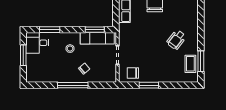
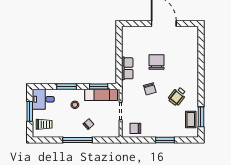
window: (50, 30) -> (66, 87), moved
chair: (148, 32) -> (150, 89), added
trolley: (38, 69) -> (44, 124), added
window: (149, 85) -> (165, 140), moved

